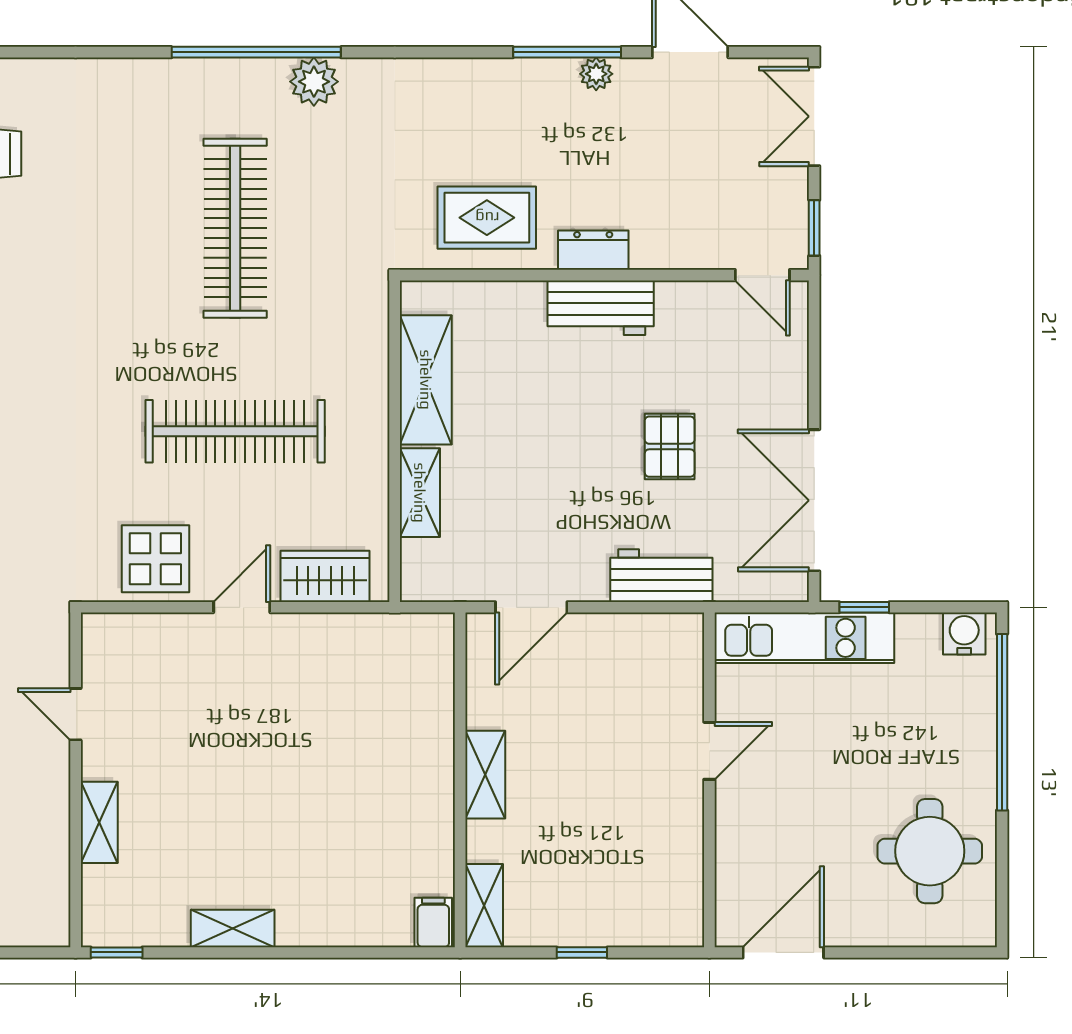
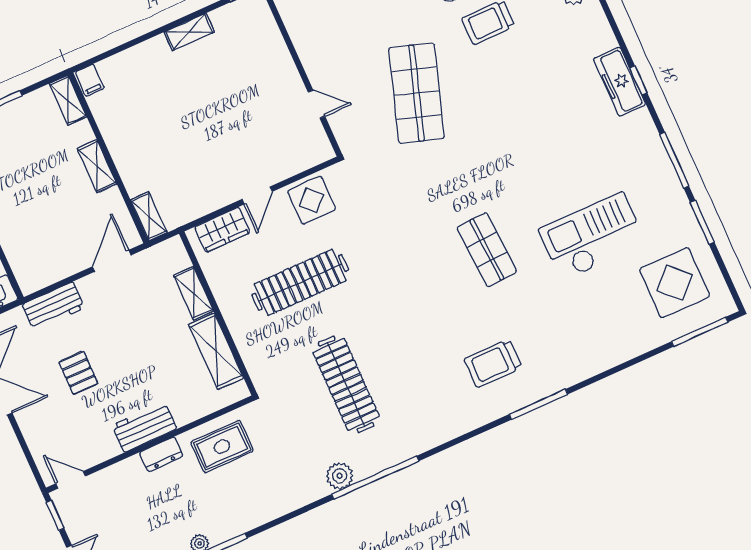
shelving: (99, 822) -> (149, 216), moved

